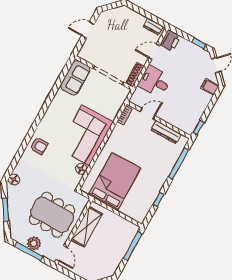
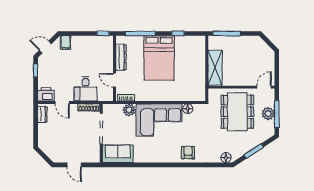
plant: (111, 112) -> (129, 110), added
bed: (115, 182) -> (159, 58), moved, turned -90
shelving: (87, 227) -> (215, 68), moved, turned 90

